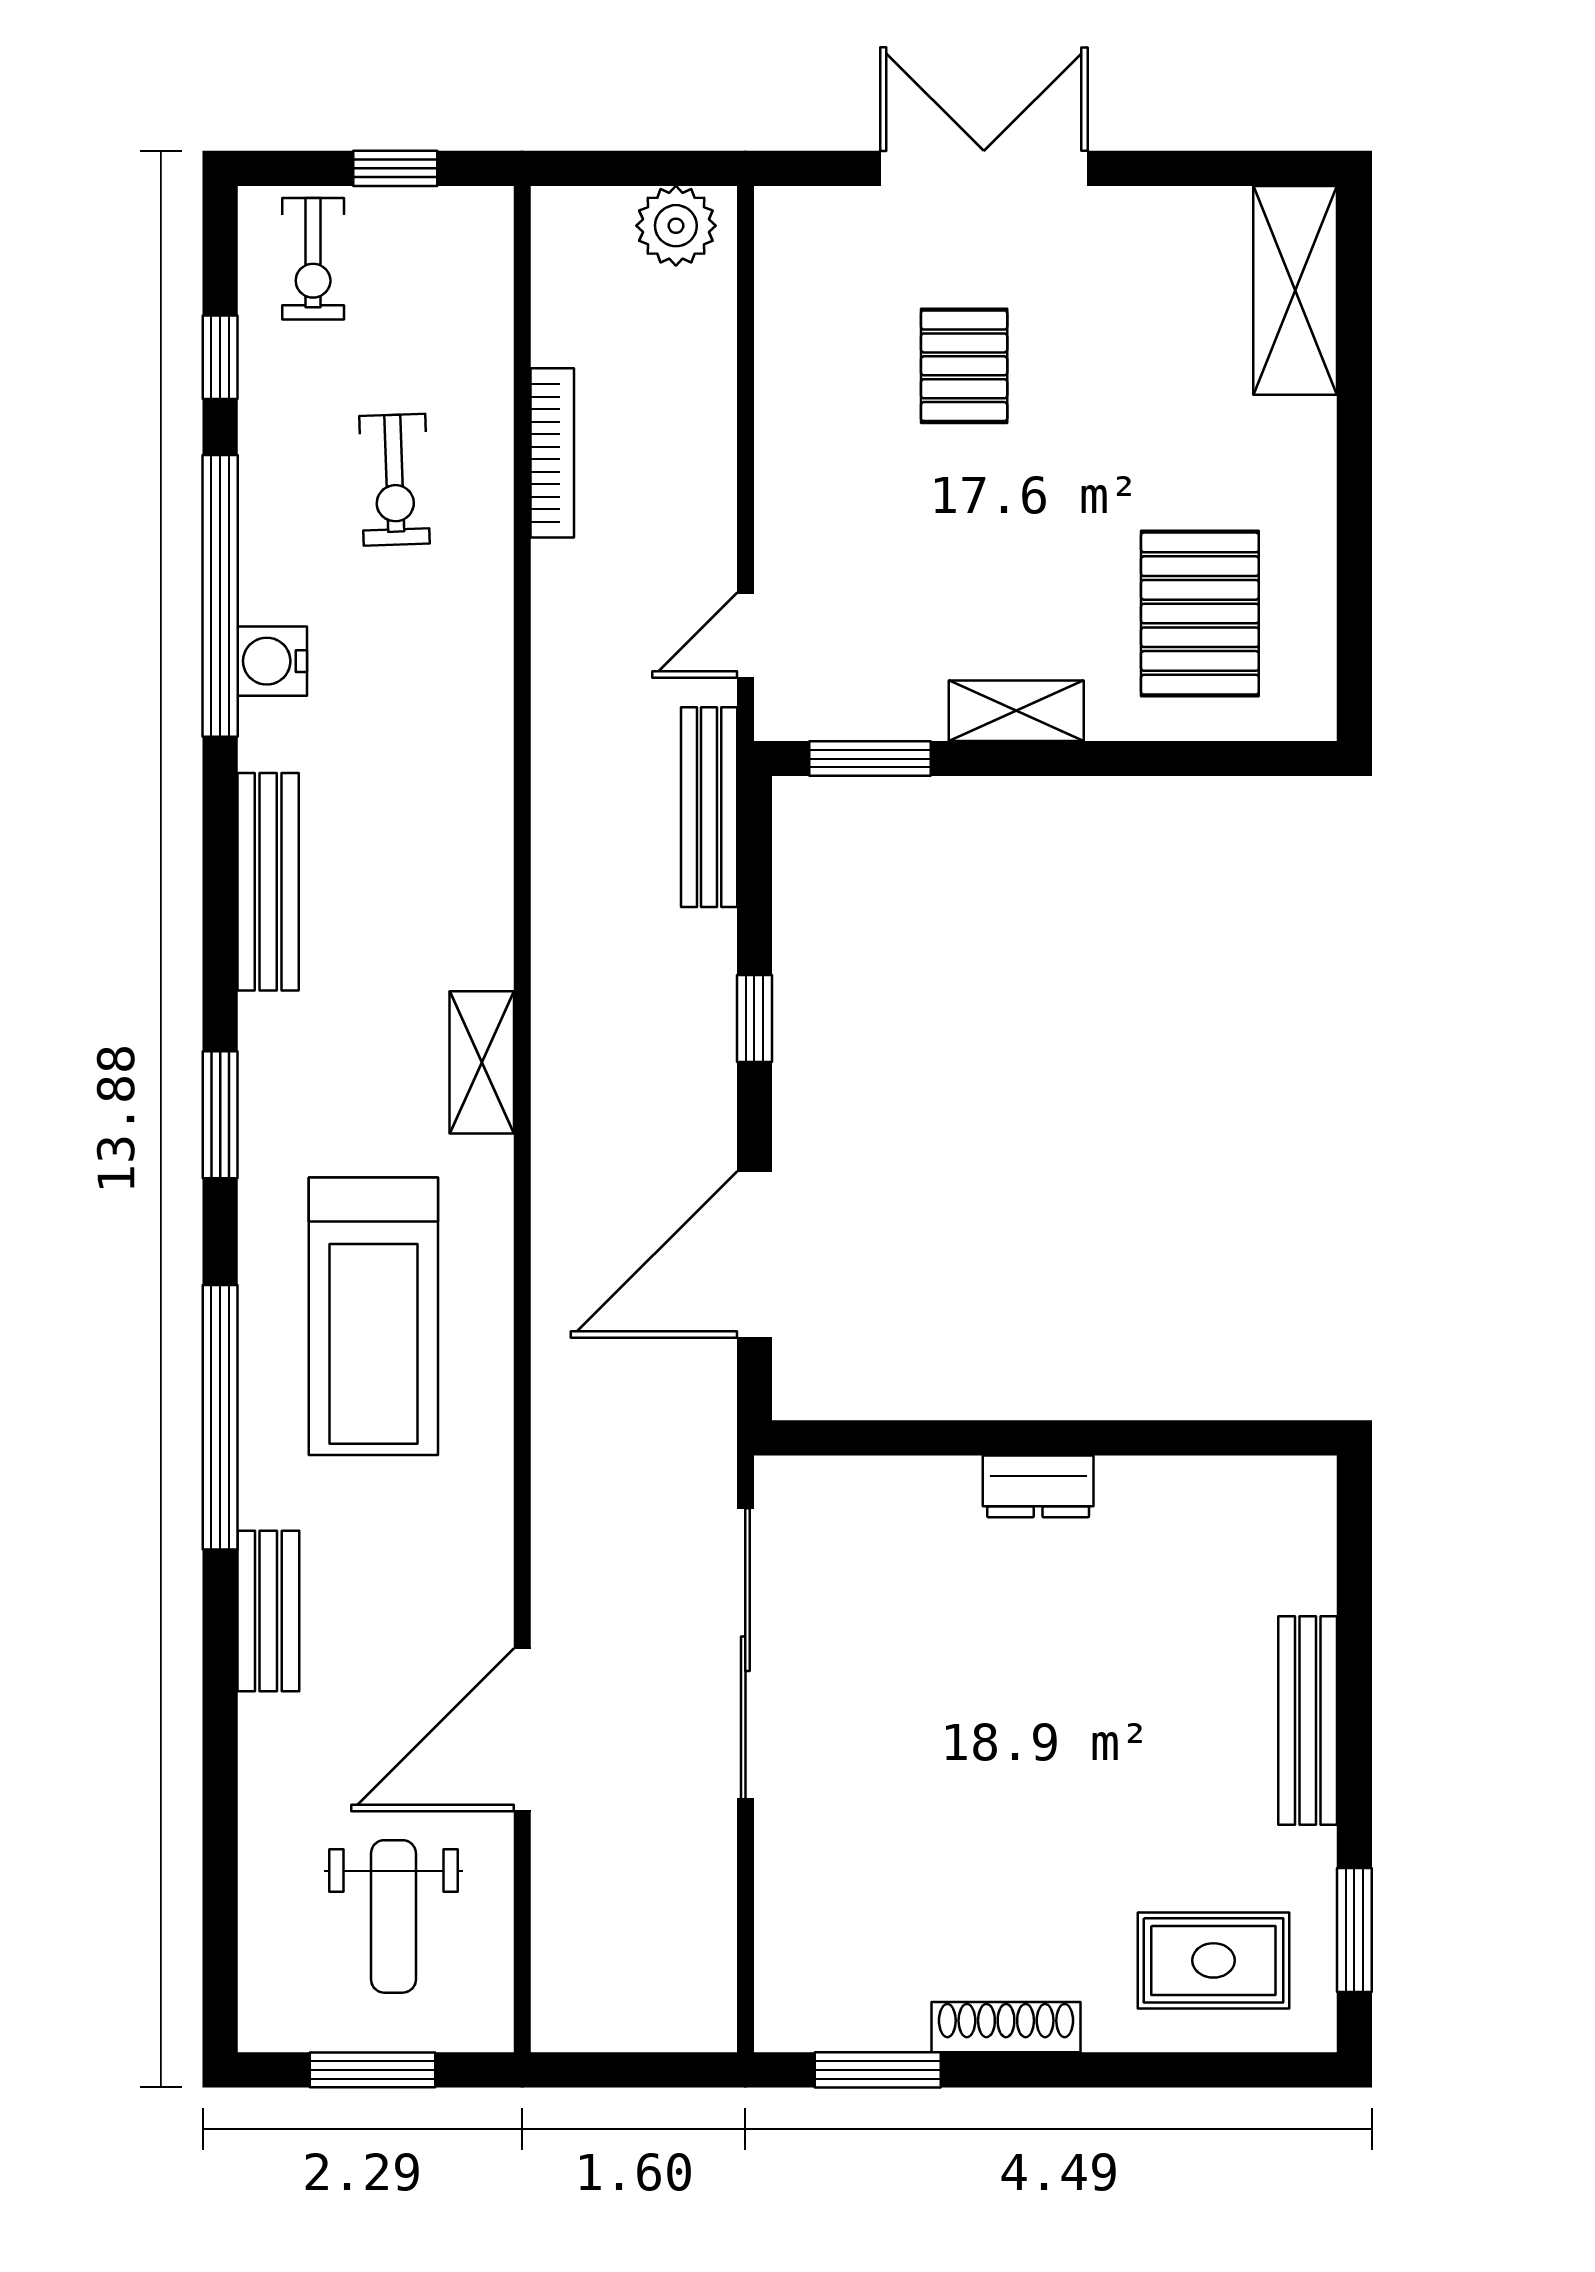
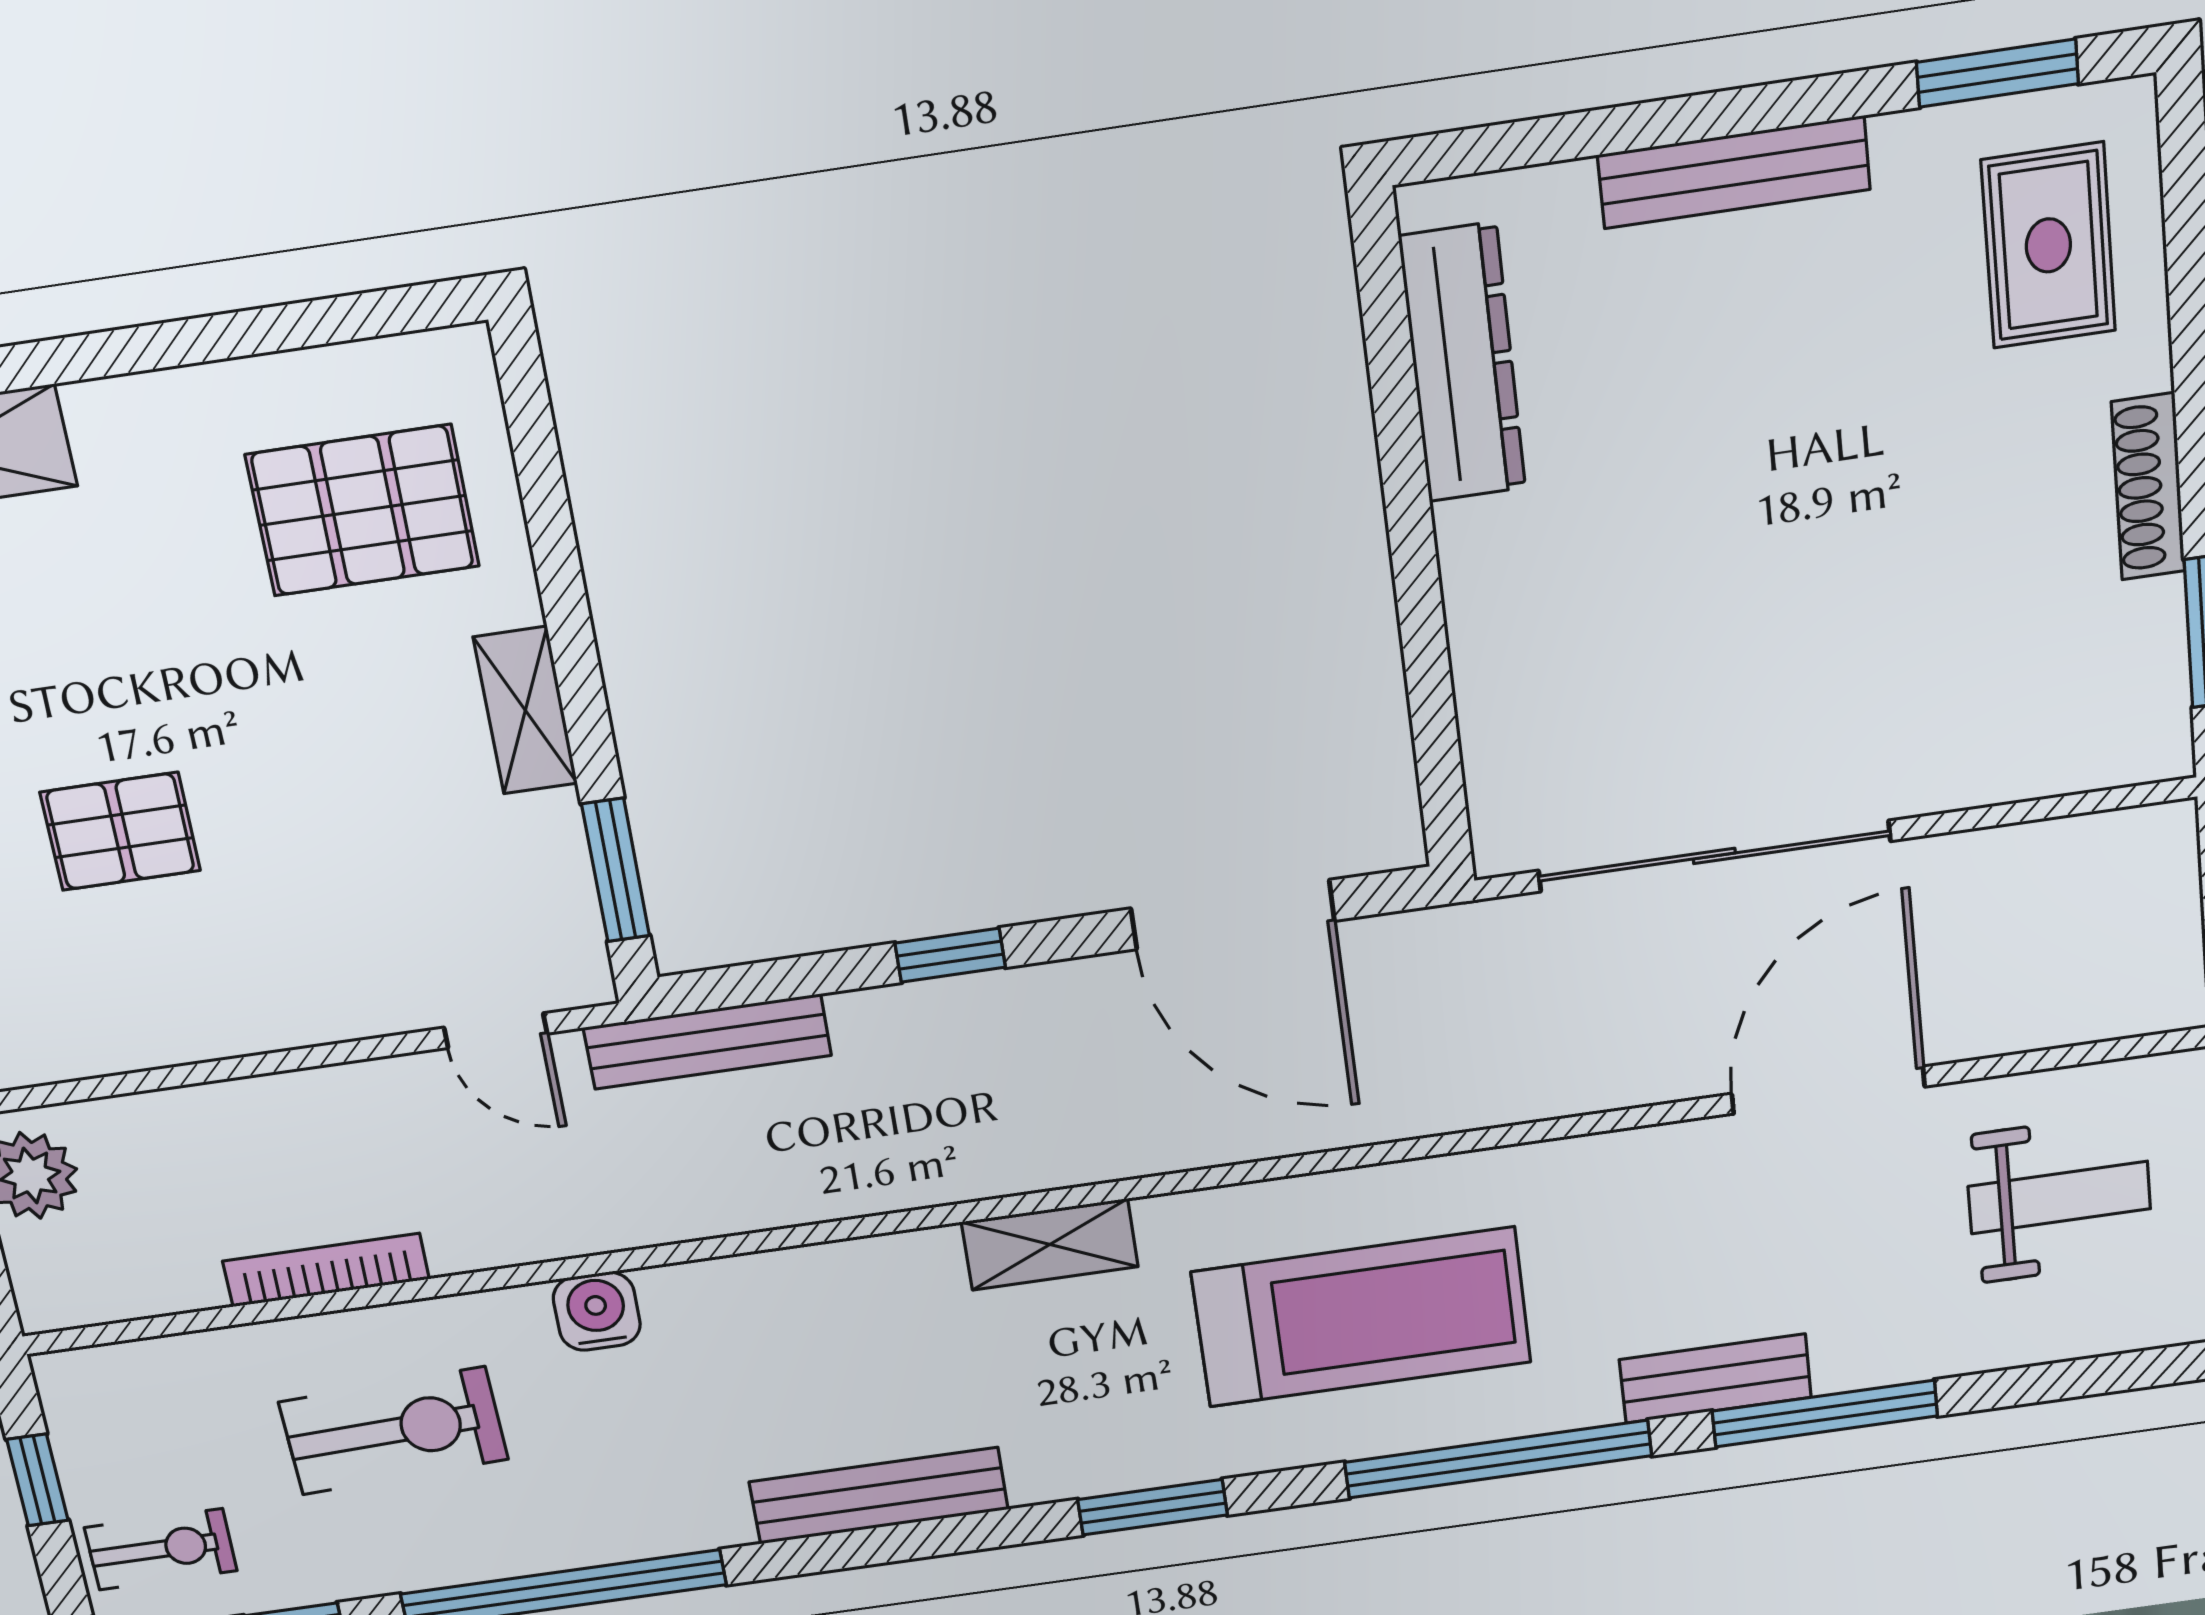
exercise bike: (394, 480) -> (394, 1431), width x1.38, depth x1.39
water cooler: (272, 661) -> (597, 1311), moved, turned 180
dresser: (1038, 1486) -> (1462, 363), moved, width x1.96, depth x1.24
window: (220, 1702) -> (1825, 1414), added
door: (522, 1730) -> (1828, 1090), swing flipped

